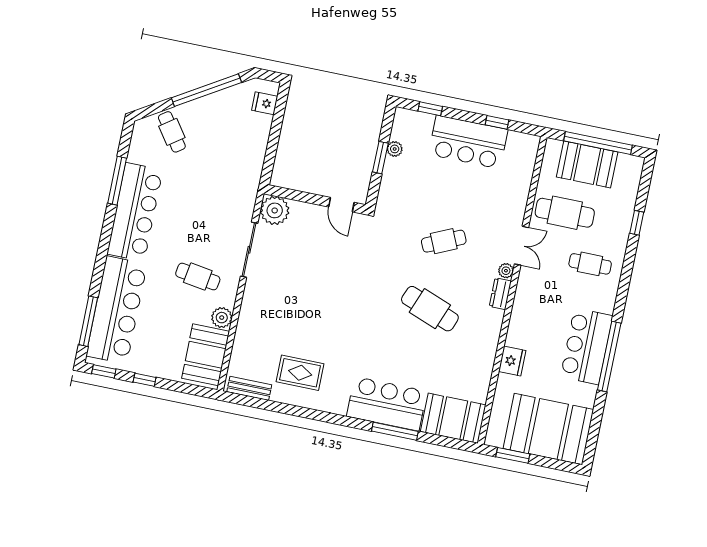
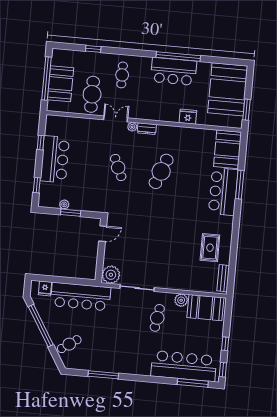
bar counter: (135, 212) -> (81, 297), moved, turned 180

